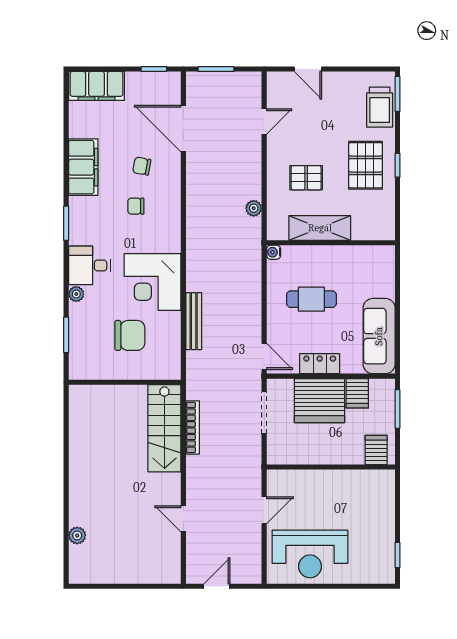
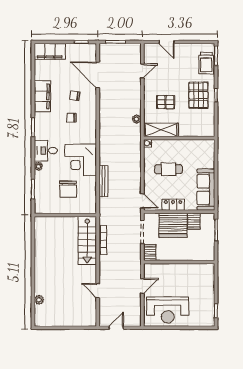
shelving: (320, 228) -> (161, 130), moved
chair: (130, 335) -> (68, 189), turned 90
server rack: (376, 450) -> (150, 253), moved

